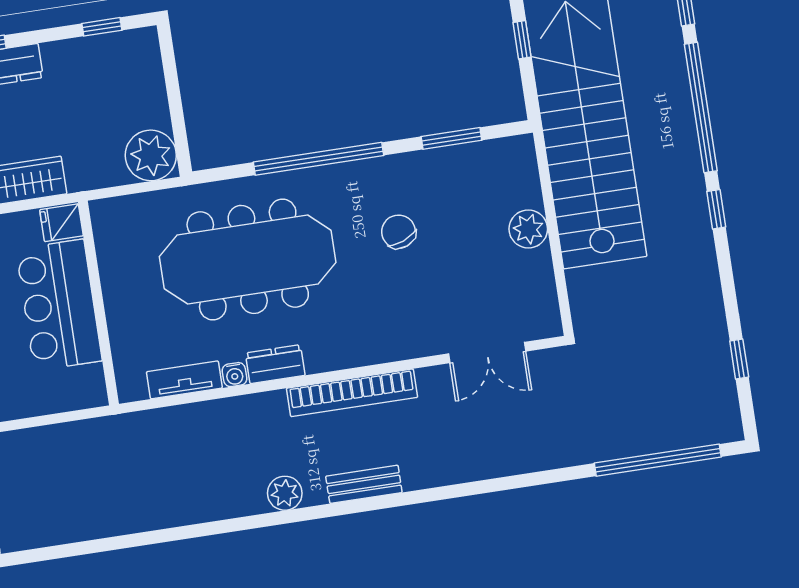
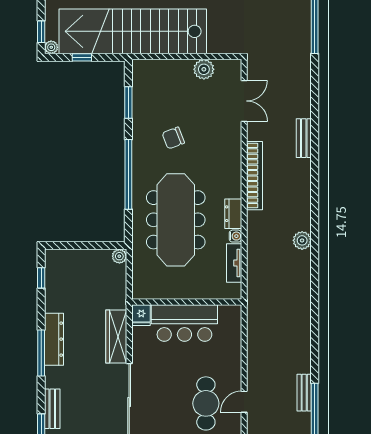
plant: (151, 155) -> (119, 256), width x0.53, depth x0.53
plant: (528, 229) -> (204, 69), moved
bench: (364, 484) -> (304, 138), moved
plant: (285, 493) -> (302, 240), moved

